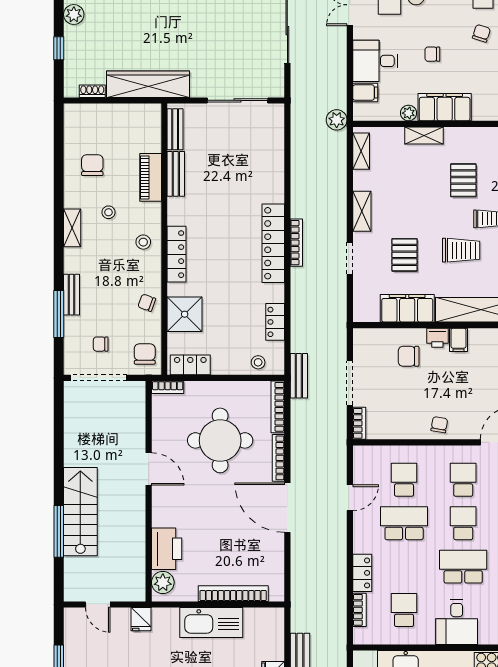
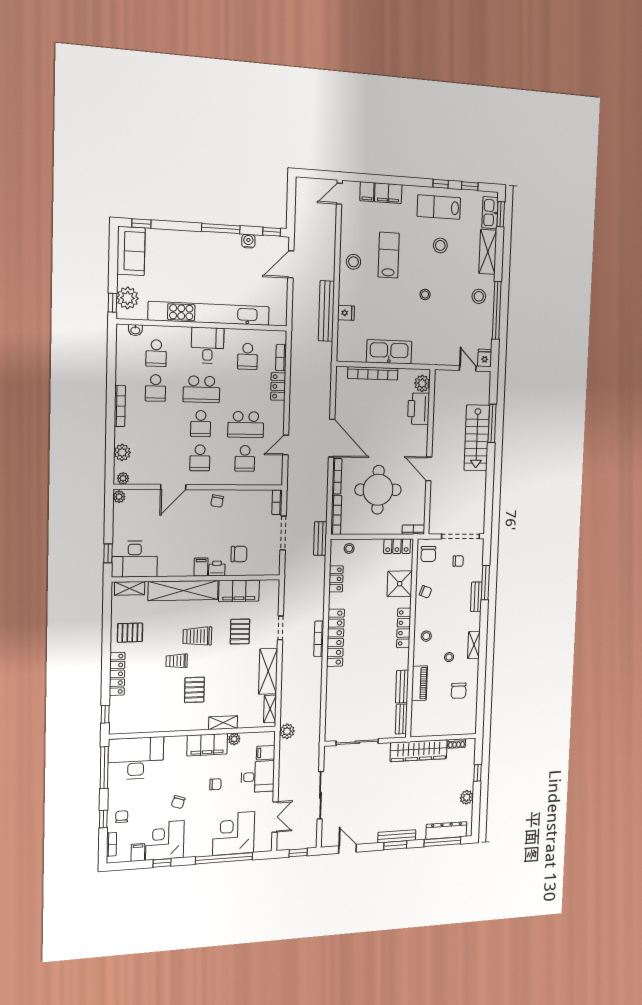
shelving: (362, 211) -> (268, 671), width x1.50, depth x1.33
fridge: (141, 619) -> (485, 358), moved

